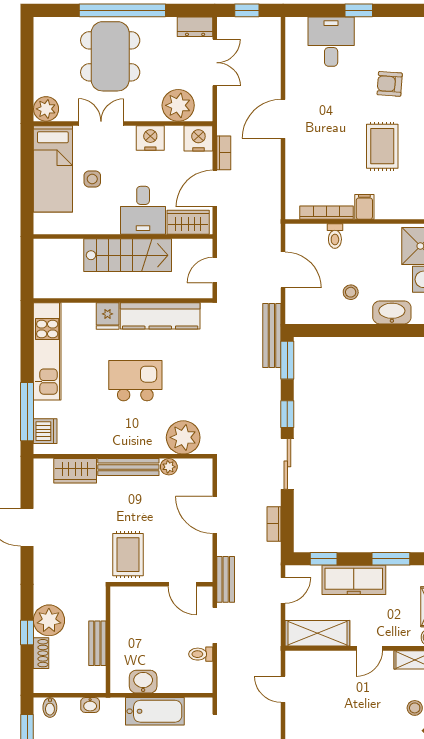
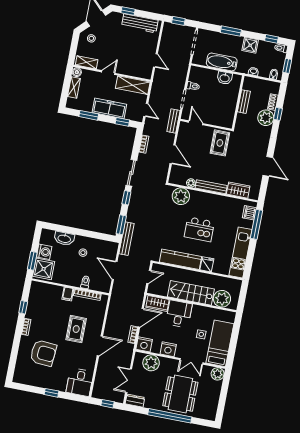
desk: (331, 42) -> (80, 382), moved
armchair: (390, 84) -> (43, 353), width x1.88, depth x1.88
rug: (382, 146) -> (76, 329), moved
plant: (66, 255) -> (222, 299), added
door: (283, 590) -> (146, 110), swing flipped

